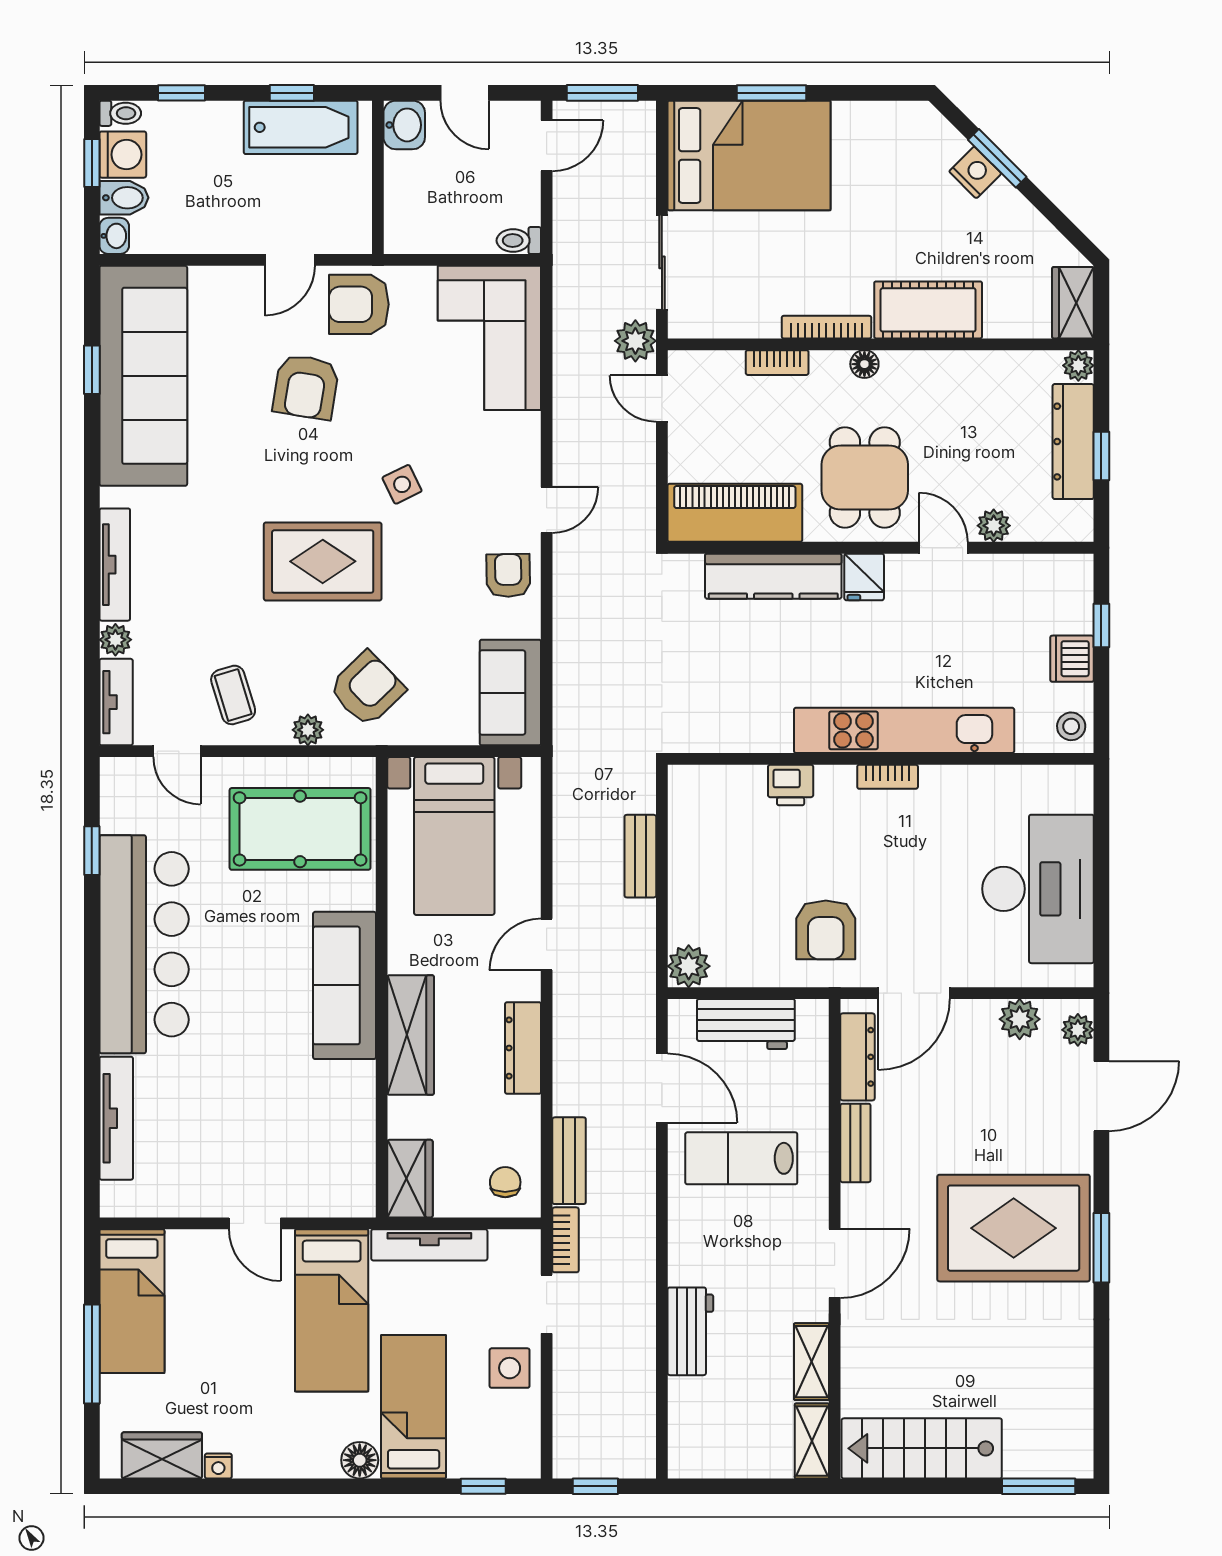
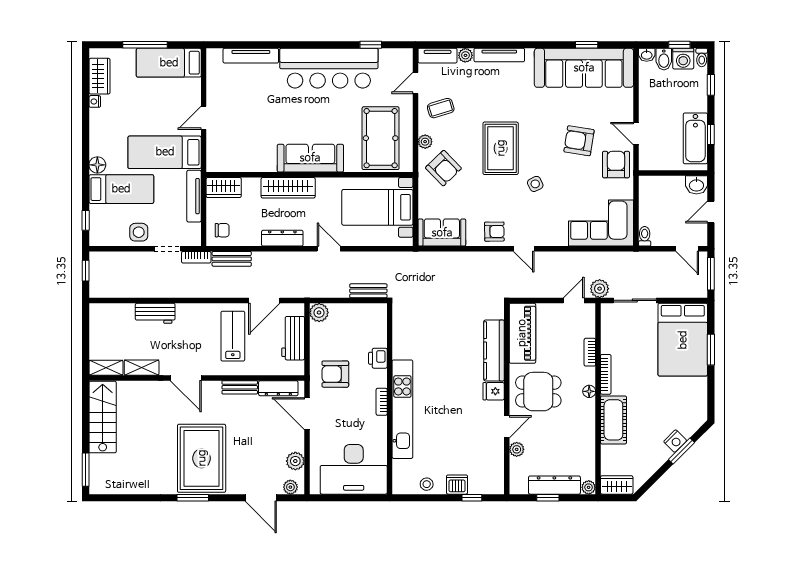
kitchen unit: (904, 730) -> (402, 409), moved
wall: (881, 759) -> (390, 399), moved
bookcase: (888, 777) -> (382, 402), moved
printer: (791, 785) -> (378, 358), moved

